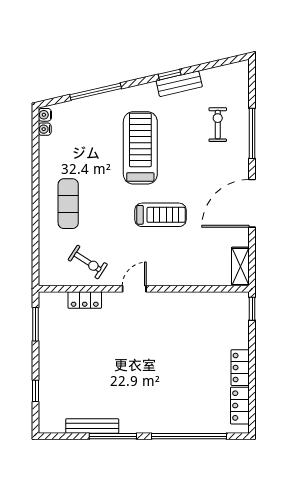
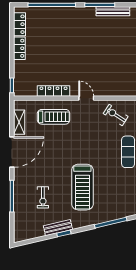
exercise bike: (218, 125) -> (43, 197), moved
treadmill: (160, 215) -> (54, 117), moved, turned 180
shelving: (240, 266) -> (19, 122), moved
door: (134, 289) -> (86, 98), swing flipped
locker: (85, 300) -> (53, 91), moved, width x1.53

